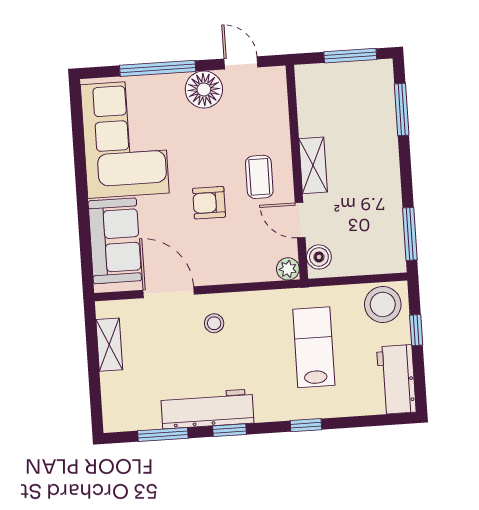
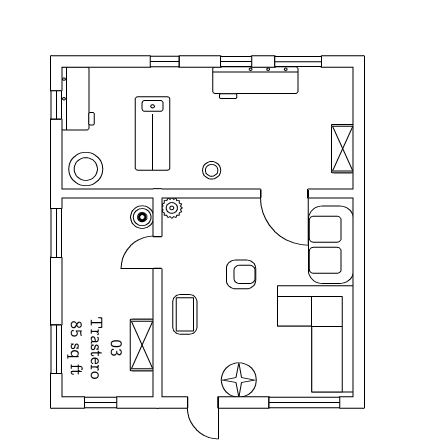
window: (350, 56) -> (101, 402), width x0.67
window: (158, 68) -> (304, 402), moved
shelving: (313, 165) -> (142, 345), moved
coffee table: (259, 177) -> (185, 314), moved
door: (300, 220) -> (157, 253), swing flipped
stool: (214, 323) -> (212, 170), moved
window: (416, 330) -> (56, 105), moved

